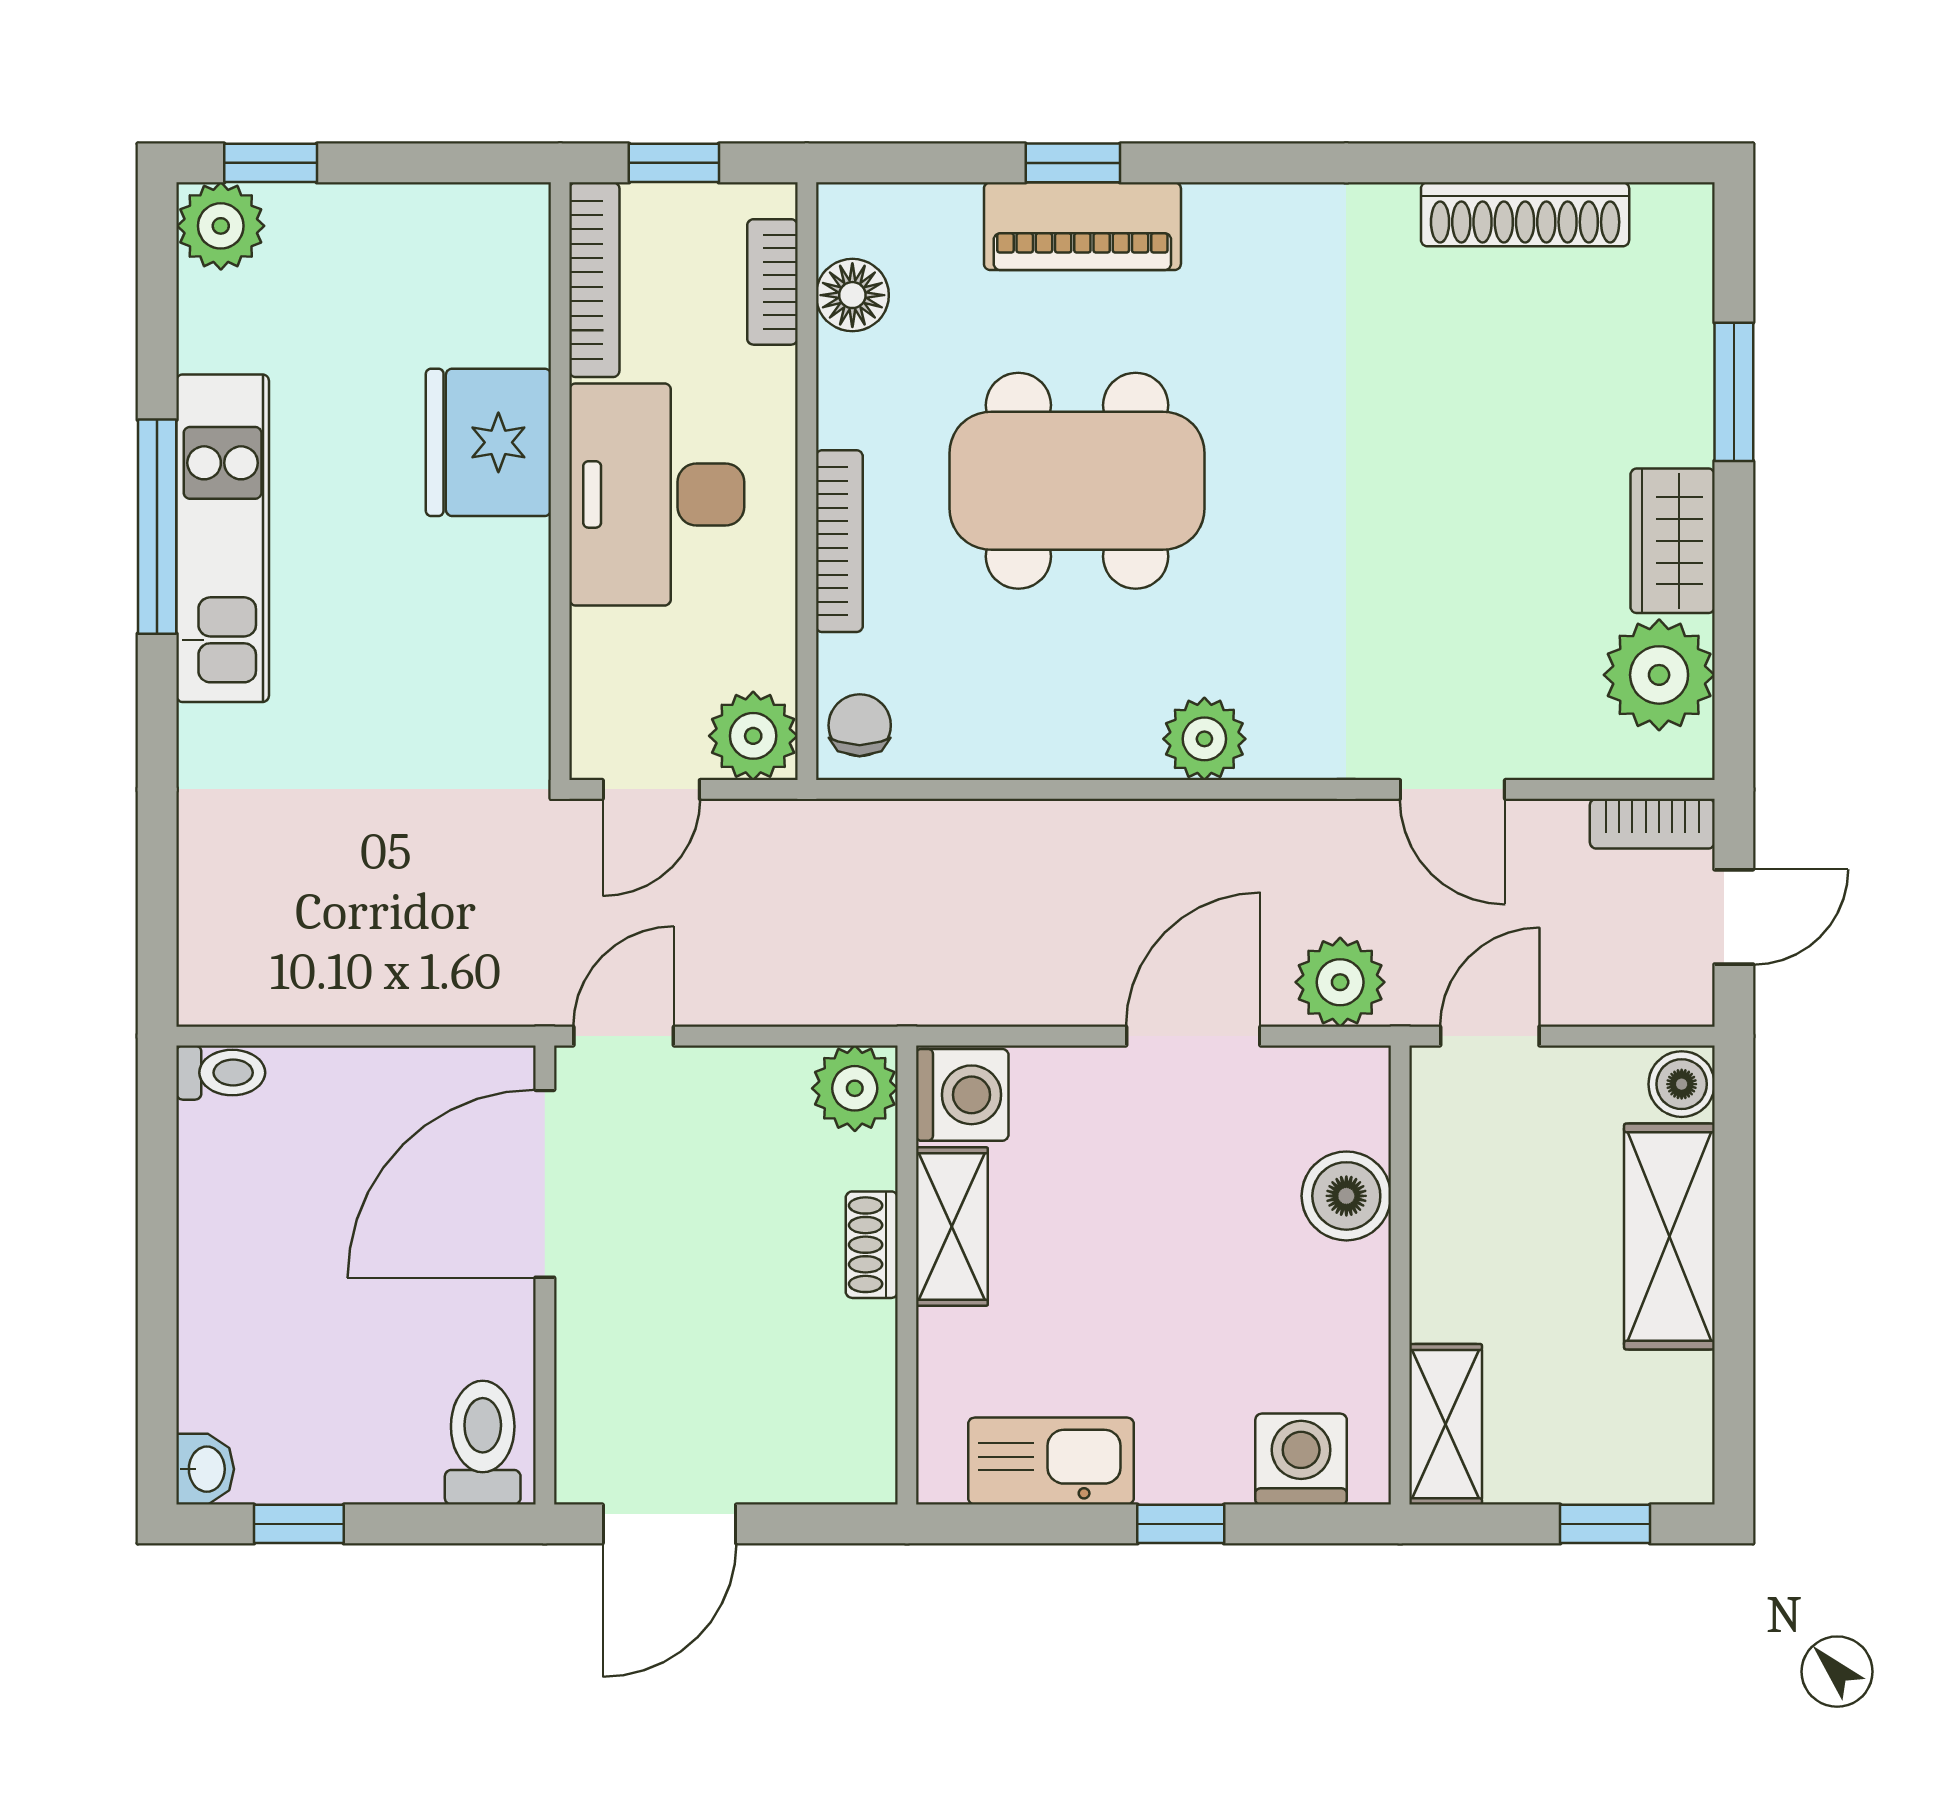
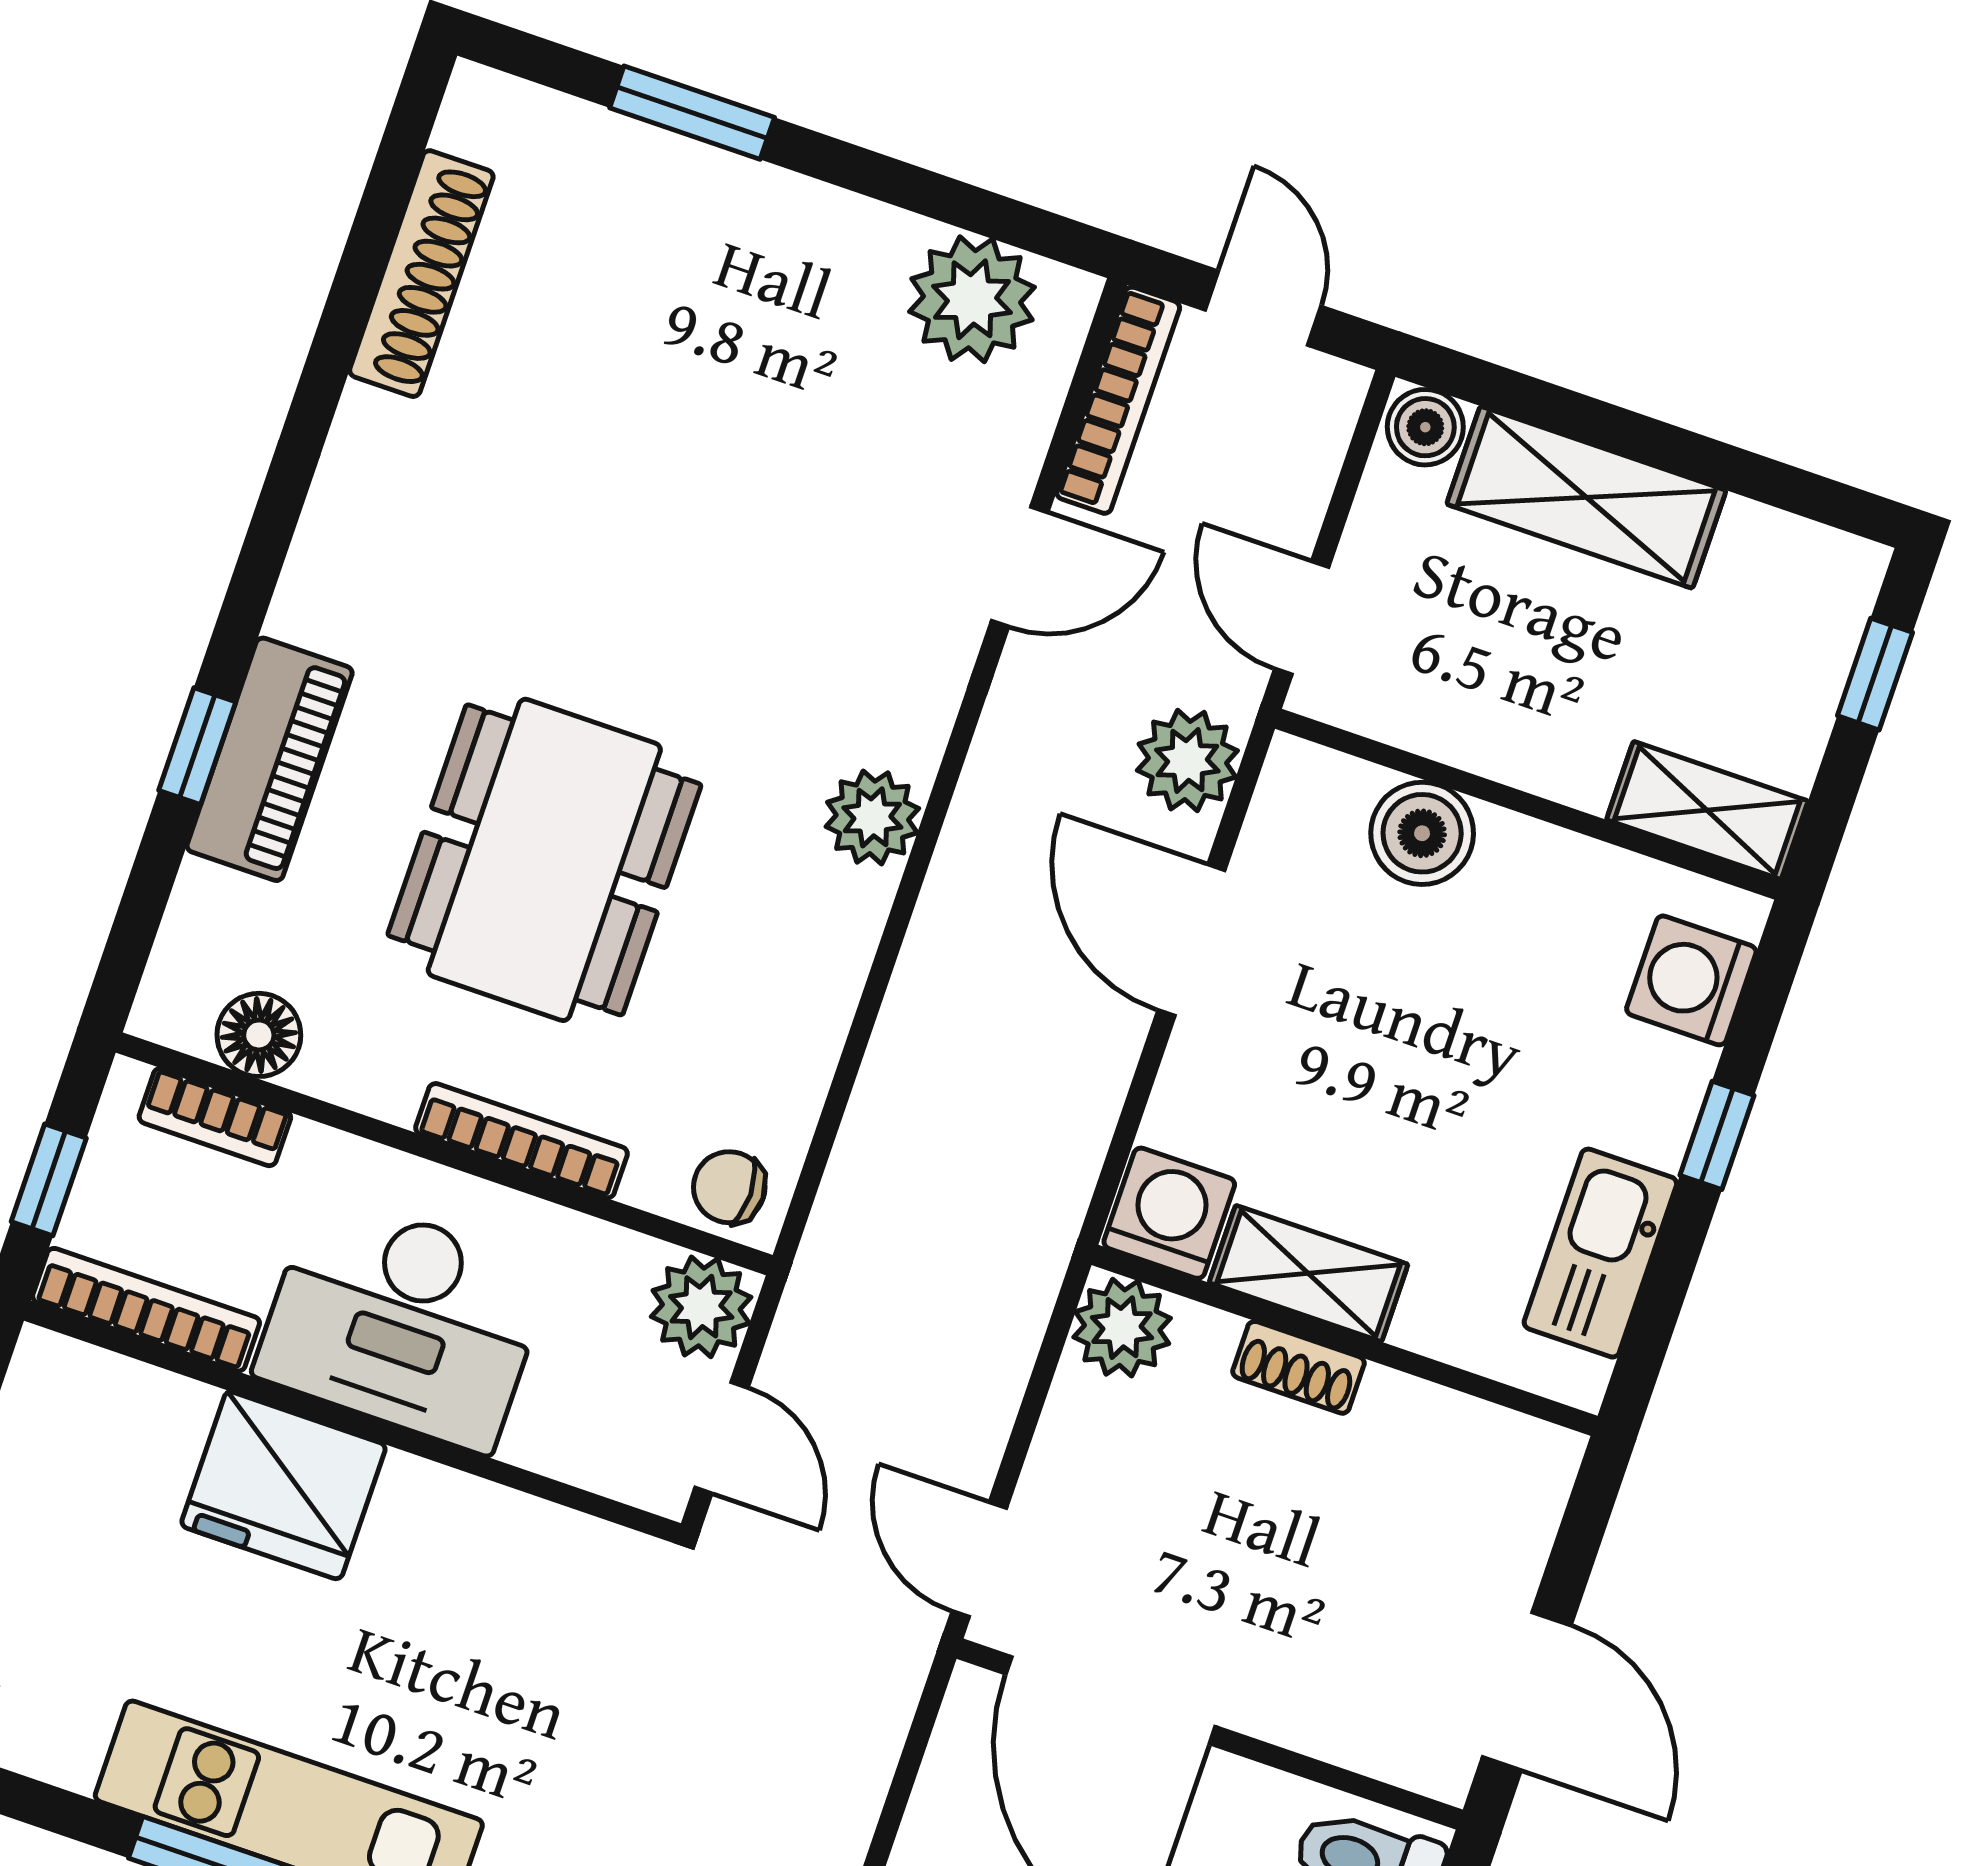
wardrobe: (1673, 541) -> (831, 235), removed
bookcase: (1652, 824) -> (1118, 400), width x1.56

